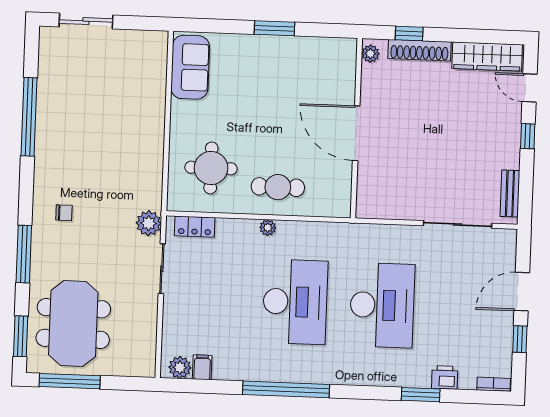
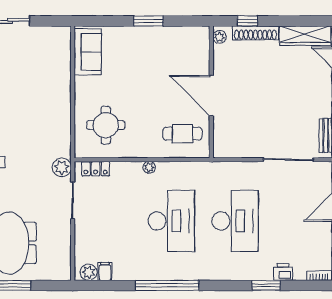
cafe table: (278, 187) -> (182, 134), moved

